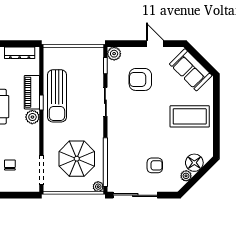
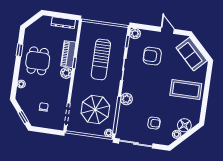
sun lounger: (57, 96) -> (101, 59), moved
plant: (115, 140) -> (126, 99), added

